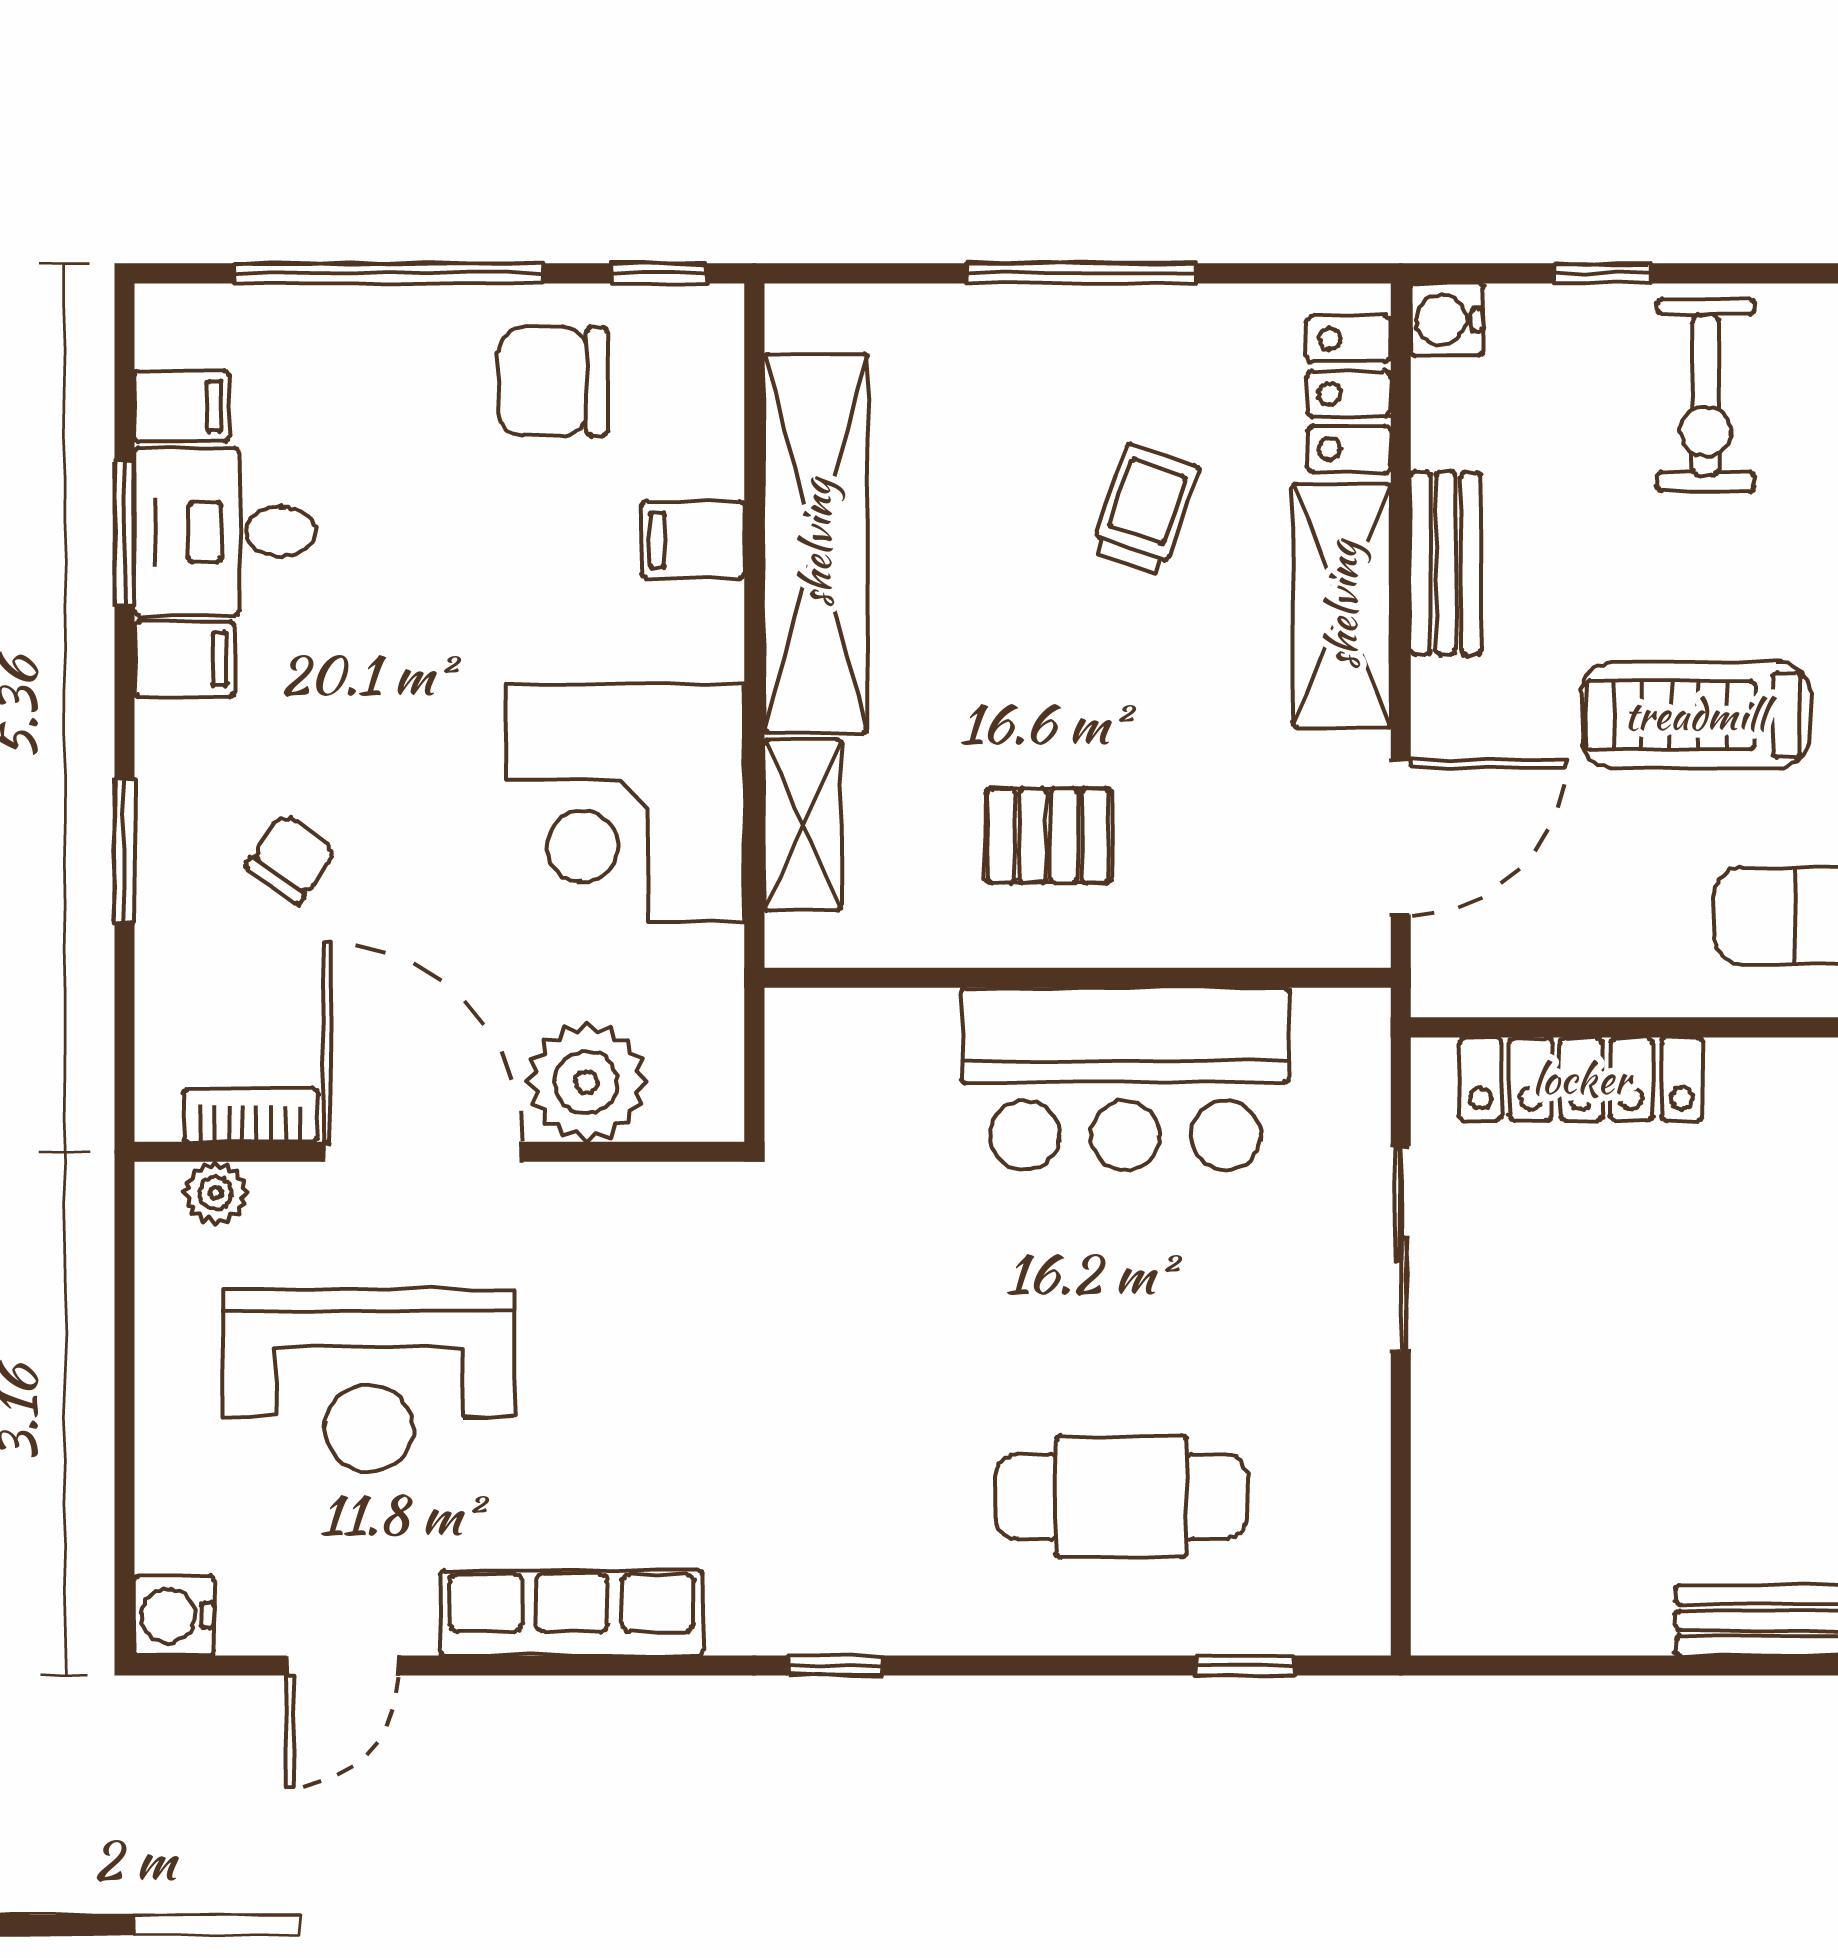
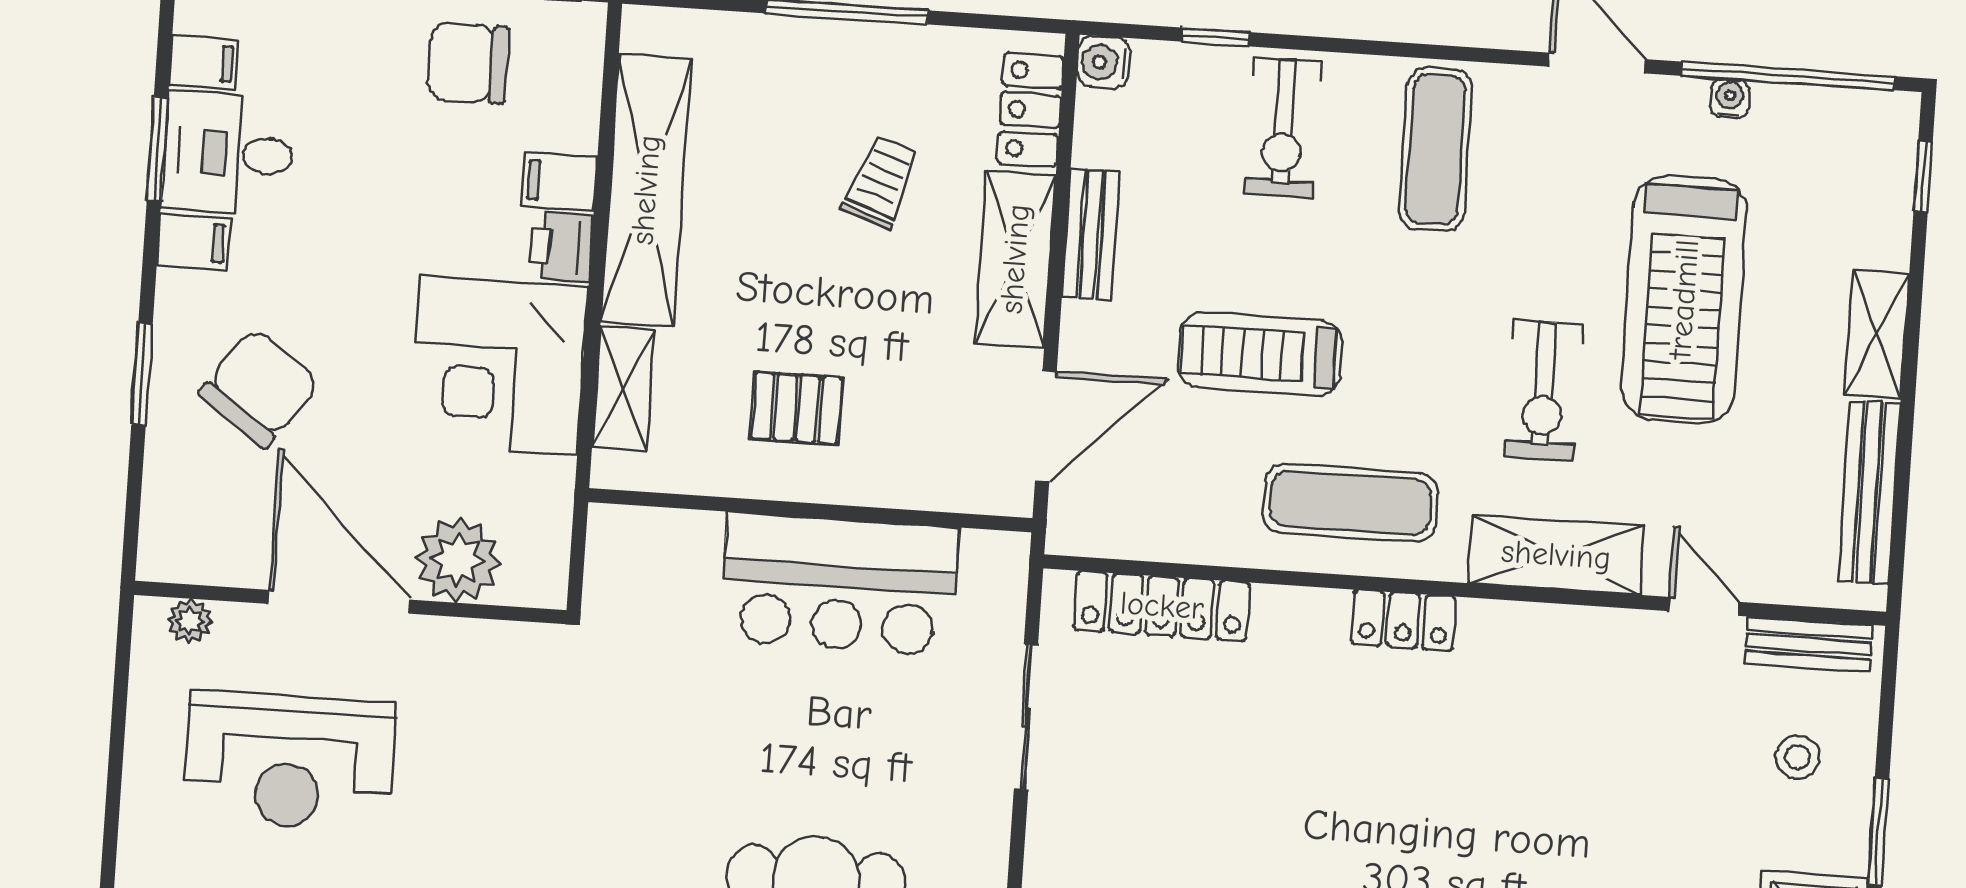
printer: (702, 631) -> (561, 247), added
chair: (291, 859) -> (259, 388), width x1.87, depth x1.87
bookcase: (251, 1115) -> (218, 568), removed

